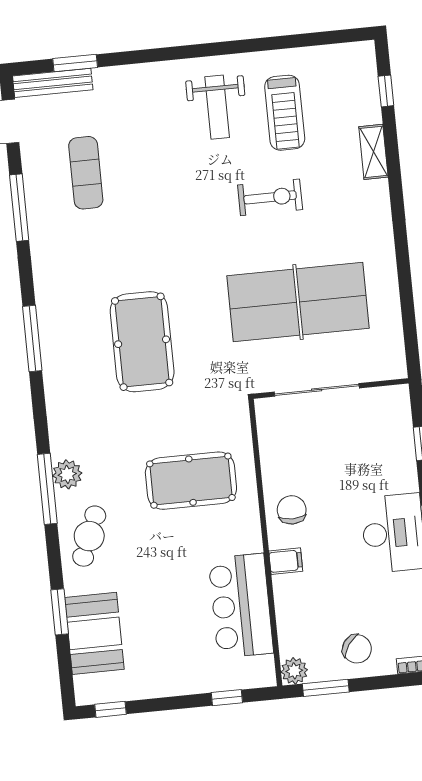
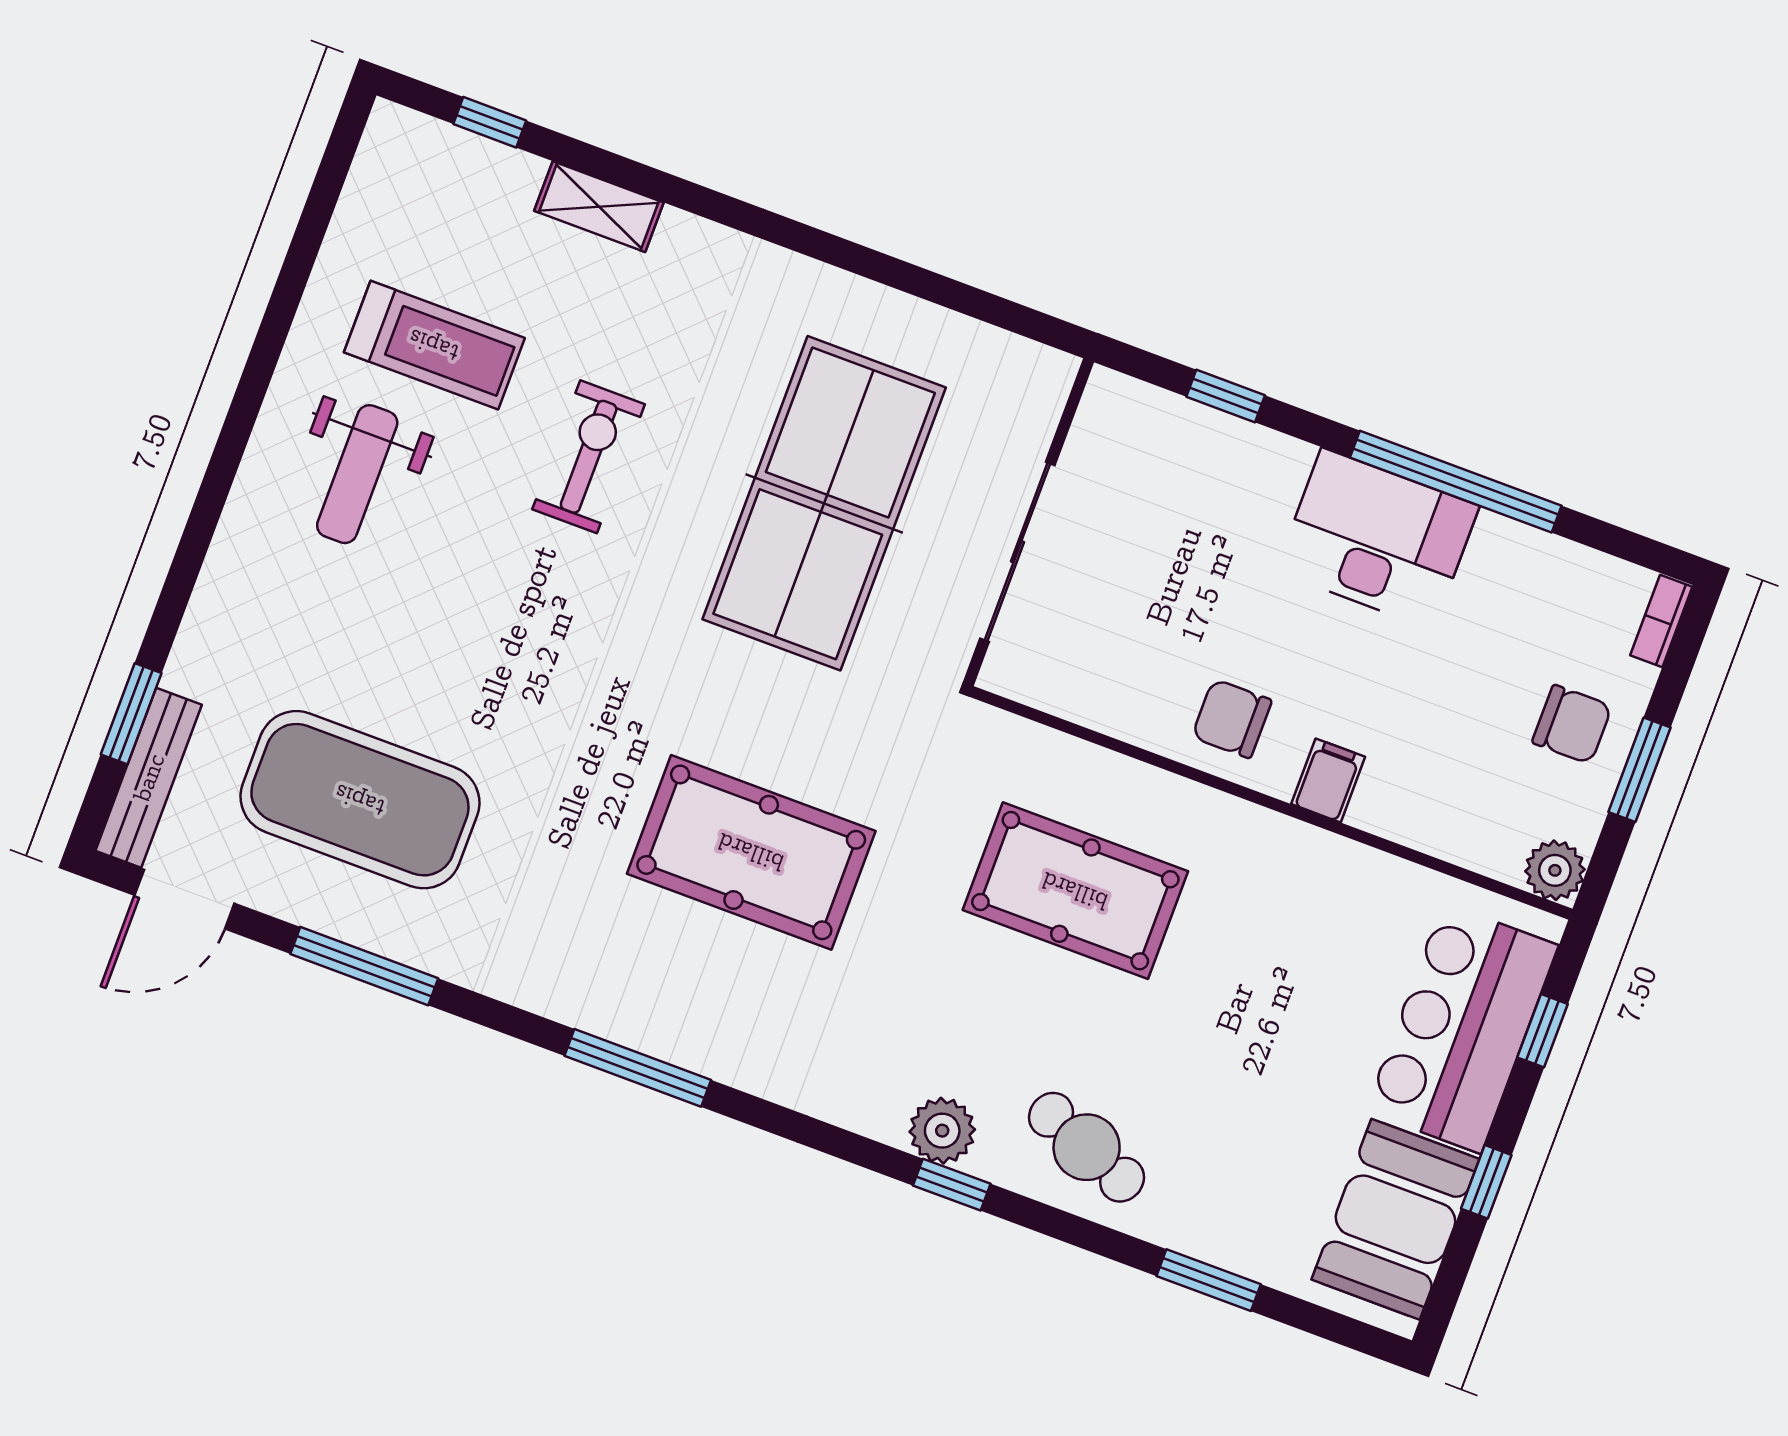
weight bench: (217, 107) -> (357, 474), turned 90
exercise mat: (86, 173) -> (360, 800), width x2.00, depth x1.45
pool table: (191, 481) -> (1075, 891), turned 90
window: (47, 489) -> (952, 1185), width x0.46
bar counter: (241, 606) -> (1462, 1028), moved, turned 90
booth: (94, 633) -> (1395, 1219), moved, turned 90
chair: (357, 649) -> (1572, 724), turned 55
window: (326, 688) -> (1640, 770), moved
window: (111, 709) -> (1486, 1182), moved

